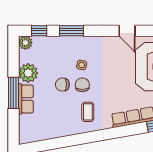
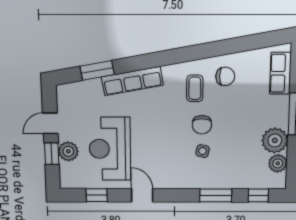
plant: (25, 43) -> (278, 163), moved
chair: (62, 85) -> (225, 76), moved
row of seats: (26, 99) -> (280, 73), moved

